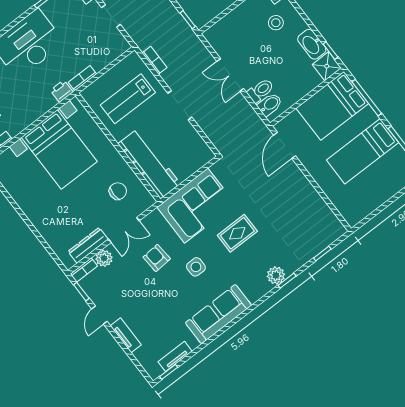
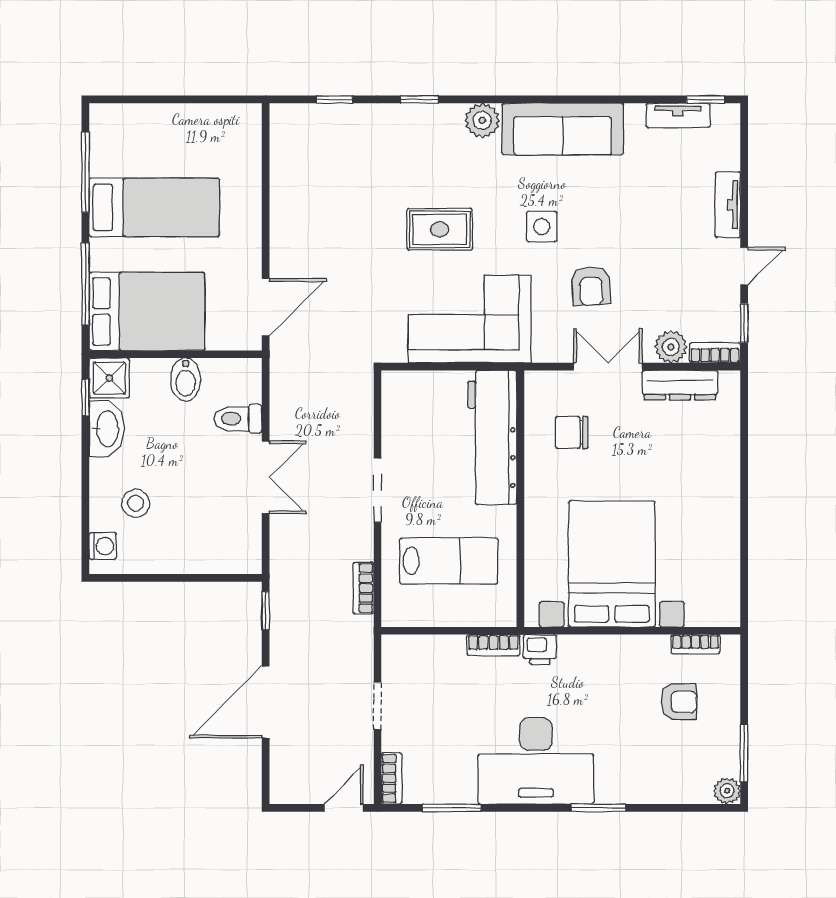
bidet: (270, 104) -> (186, 380), moved, turned -90
plant: (276, 275) -> (482, 120), moved

